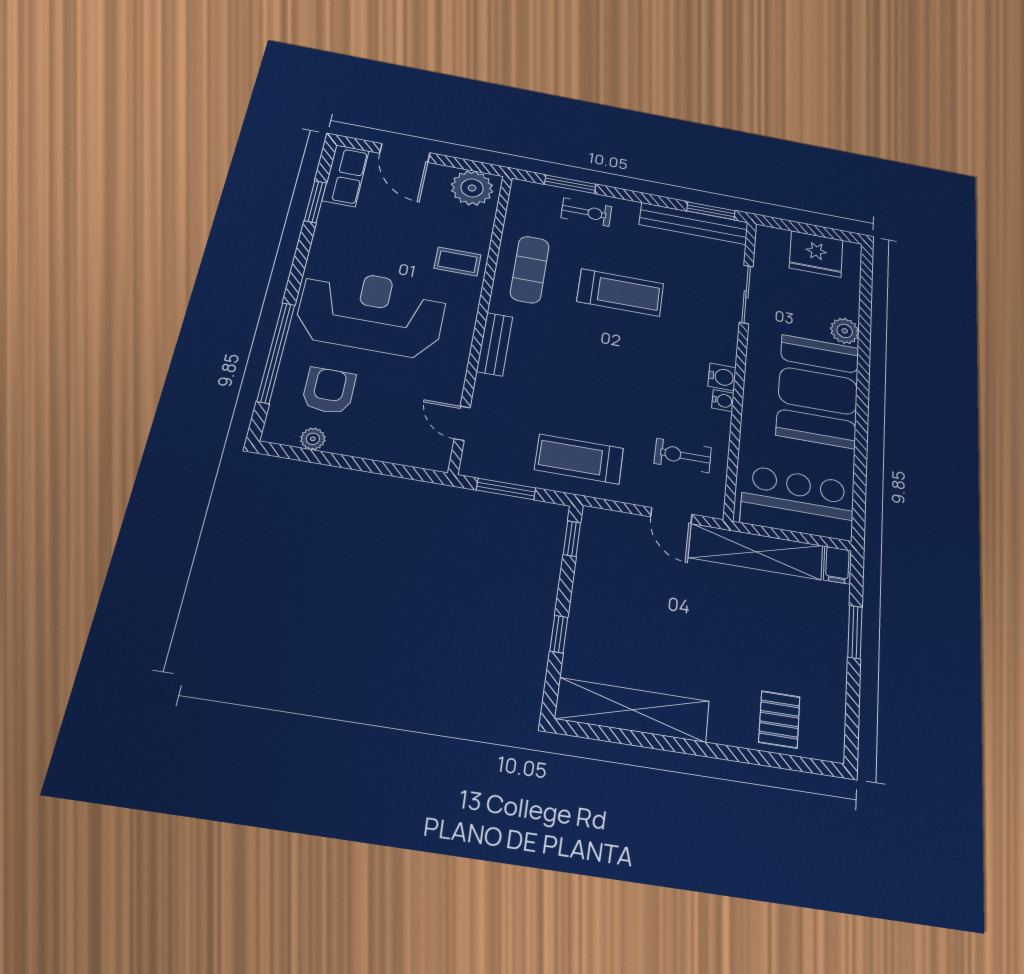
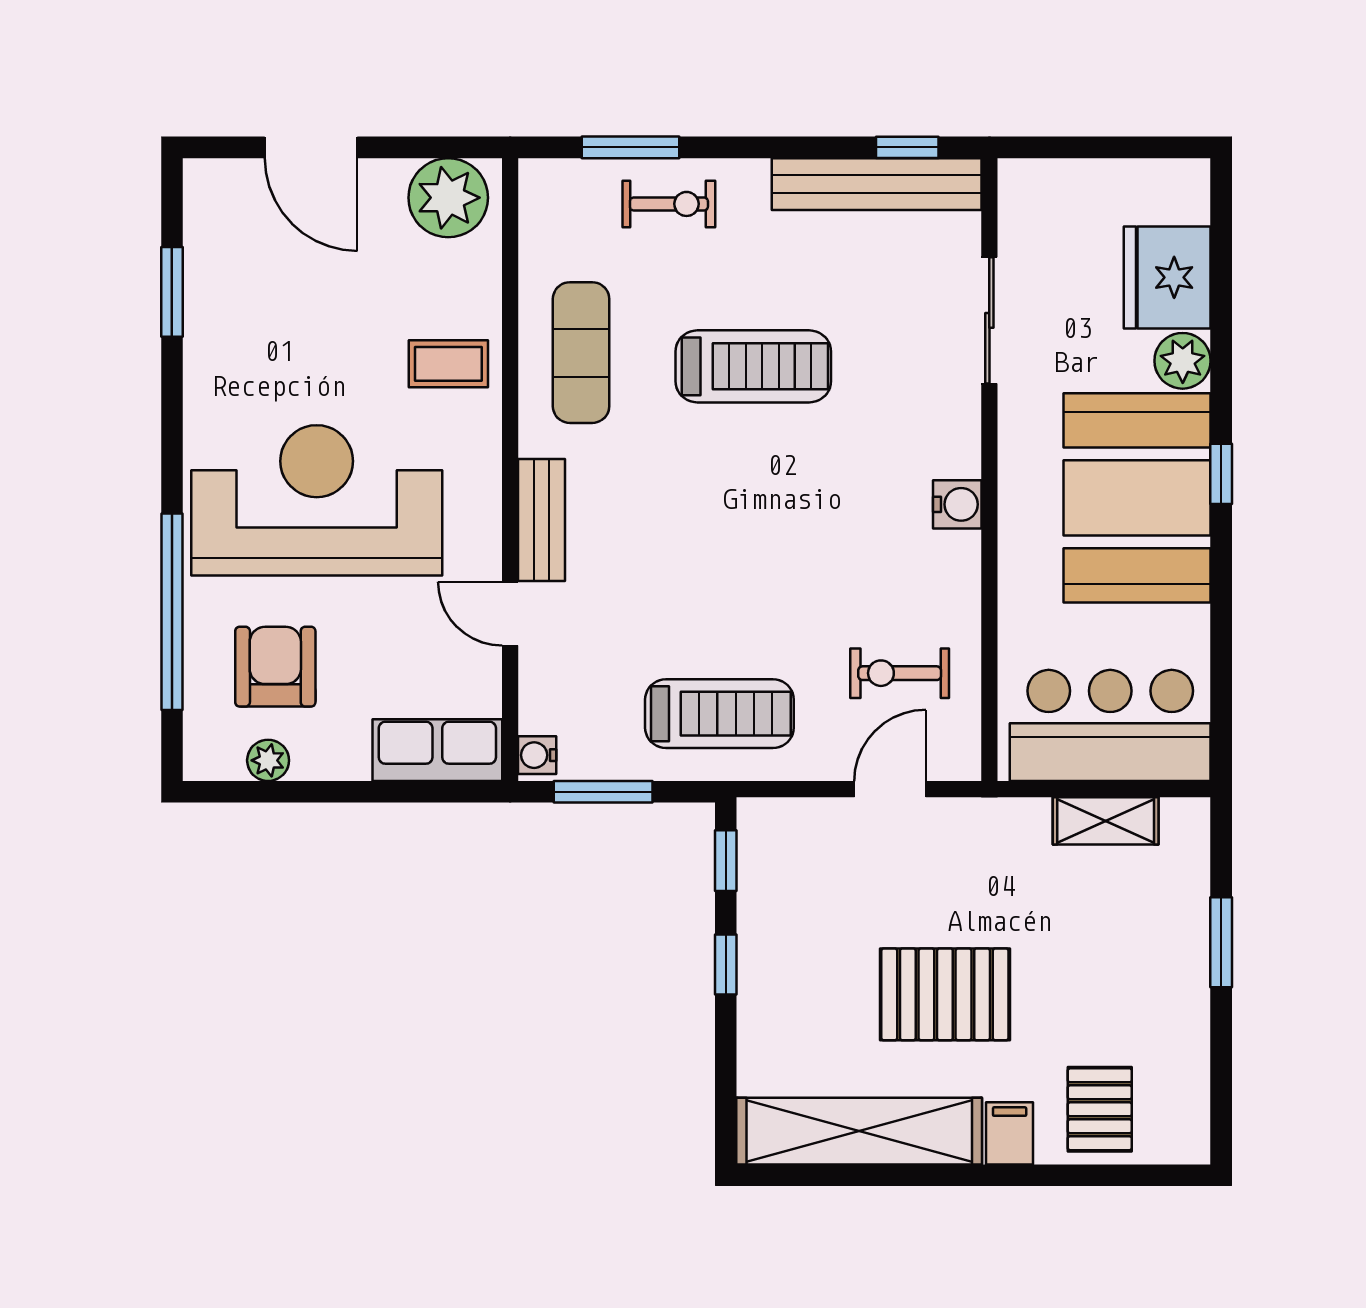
row of seats: (346, 176) -> (437, 750), moved, turned -90
window: (711, 211) -> (907, 147), width x0.67
fridge: (816, 254) -> (1167, 277), moved, turned 90
window: (863, 387) -> (1221, 474), added
water cooler: (723, 401) -> (537, 755), moved, turned 180
door: (462, 423) -> (510, 614), moved
treadmill: (579, 459) -> (719, 714), turned 180
door: (671, 516) -> (890, 789), swing flipped
shelving: (756, 552) -> (1106, 821), width x0.45, depth x0.75
filing cabinet: (837, 565) -> (1010, 1133), moved, turned 180
window: (559, 634) -> (726, 965), moved
pallet: (692, 636) -> (945, 994), added

